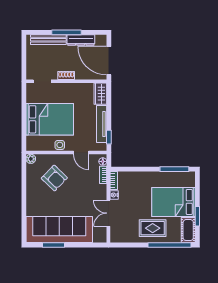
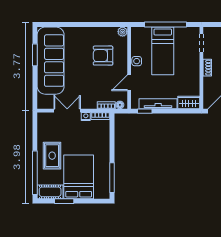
window: (24, 117) -> (165, 25), added
bed: (50, 119) -> (163, 51), width x0.67
armchair: (54, 178) -> (103, 56), turned 46

